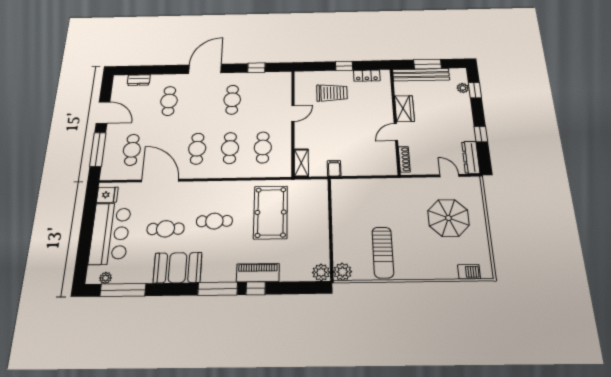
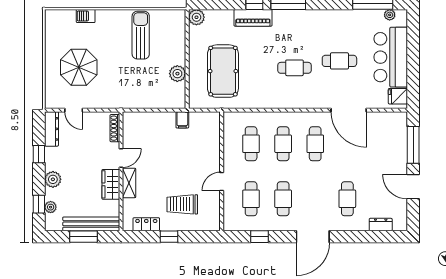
plant: (463, 112) -> (53, 179), added
cafe table: (132, 150) -> (251, 199), moved
shelving: (301, 163) -> (129, 183), moved
pool table: (271, 212) -> (223, 71), moved
booth: (178, 268) -> (325, 23), removed
plant: (343, 272) -> (177, 74), moved
barbecue: (469, 272) -> (86, 16), moved

